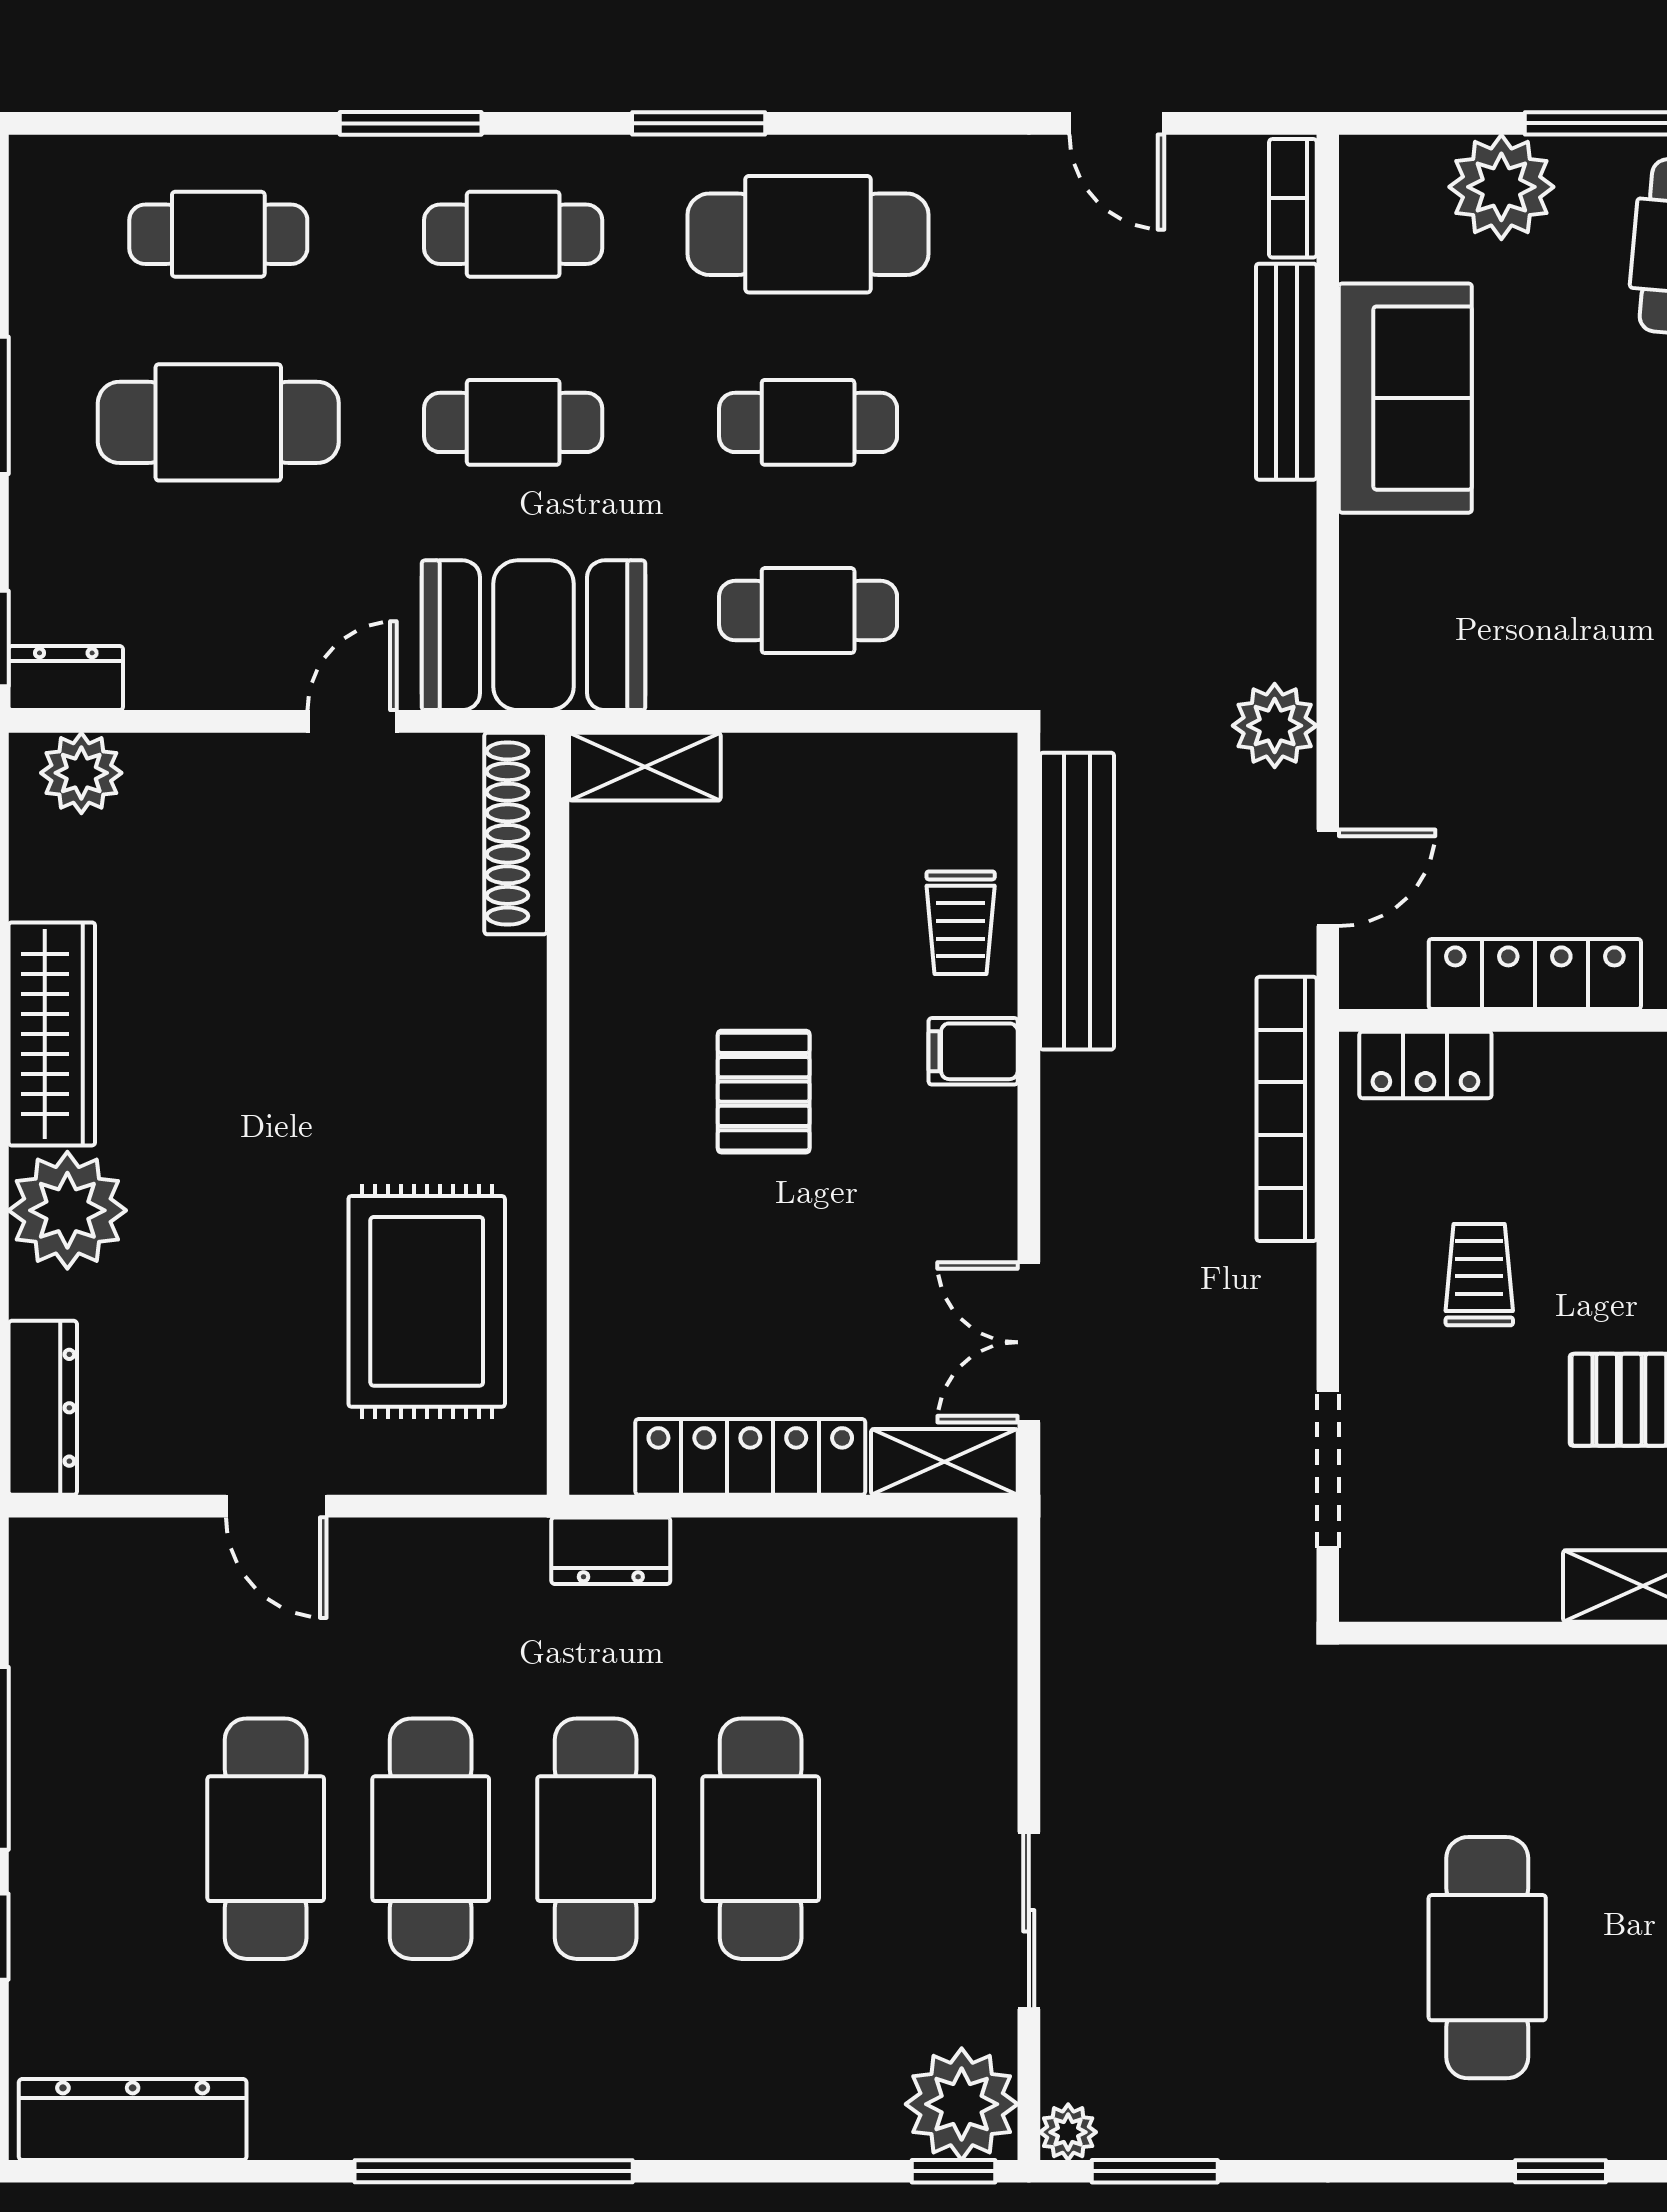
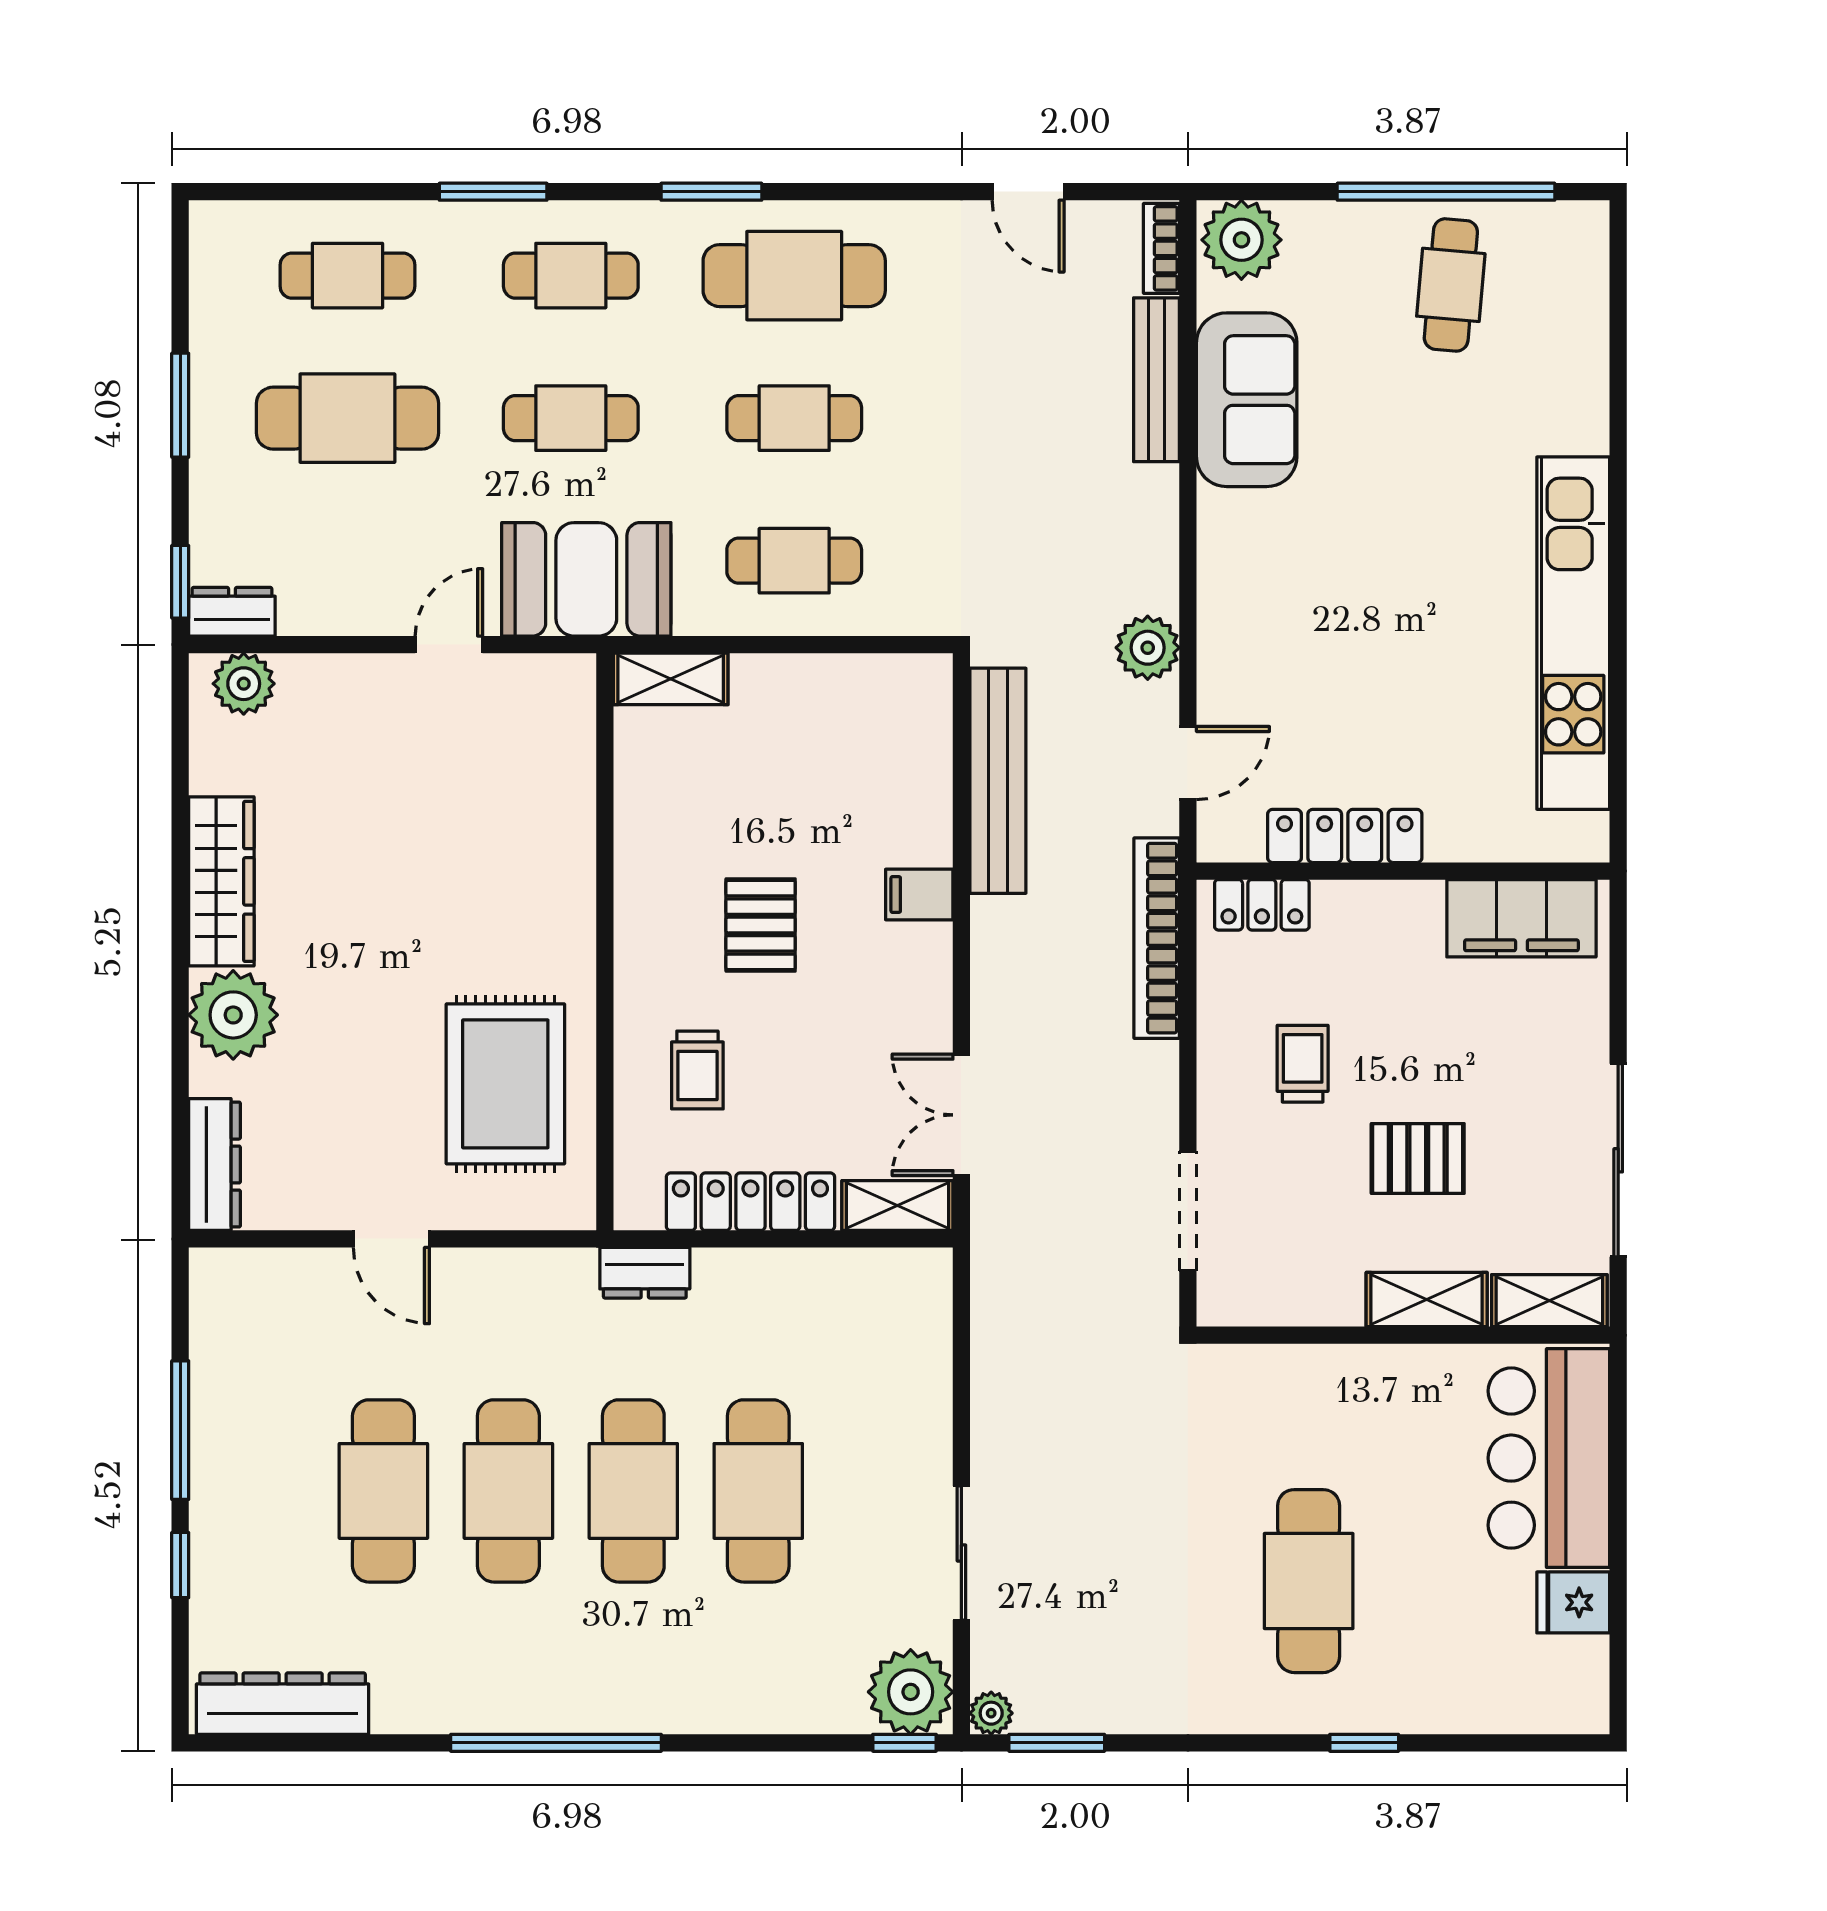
plant: (1501, 187) -> (1241, 240), moved
shoe rack: (516, 833) -> (573, 730), removed
trolley: (961, 923) -> (697, 1070), moved

